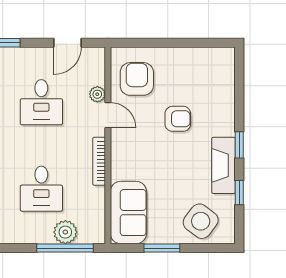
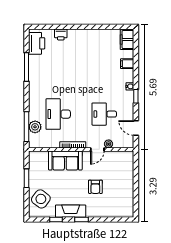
armchair: (137, 79) -> (117, 165), removed
desk: (41, 189) -> (58, 114), width x1.37
sofa: (128, 213) -> (65, 160), moved

